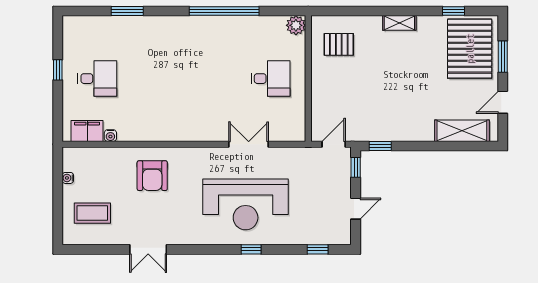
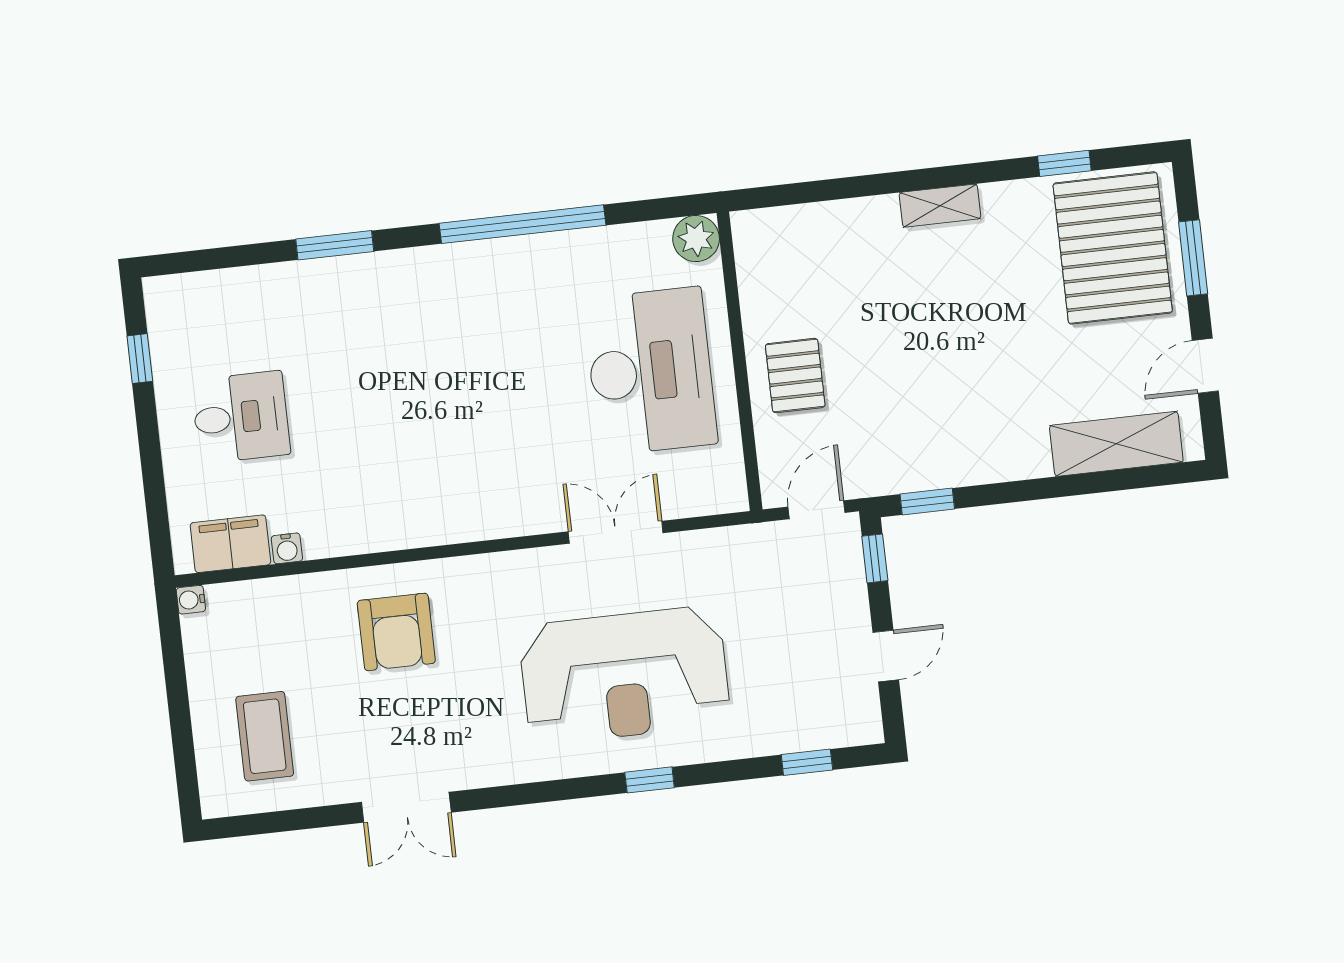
window: (127, 11) -> (335, 245), moved
pallet: (339, 44) -> (795, 376), moved, turned 90
window: (58, 70) -> (140, 359), moved
desk: (271, 79) -> (650, 371), width x1.87, depth x1.30
water cooler: (68, 178) -> (191, 600), moved
coffee table: (92, 213) -> (265, 736), turned 90

